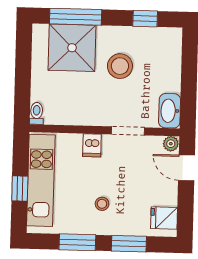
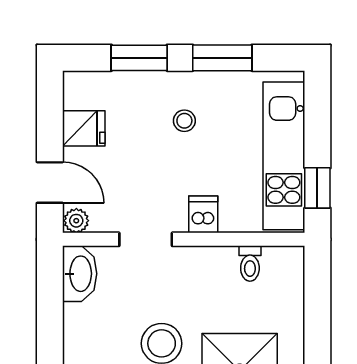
toilet: (37, 113) -> (250, 264), moved
window: (20, 189) -> (317, 188), moved
fridge: (164, 218) -> (84, 128), moved

